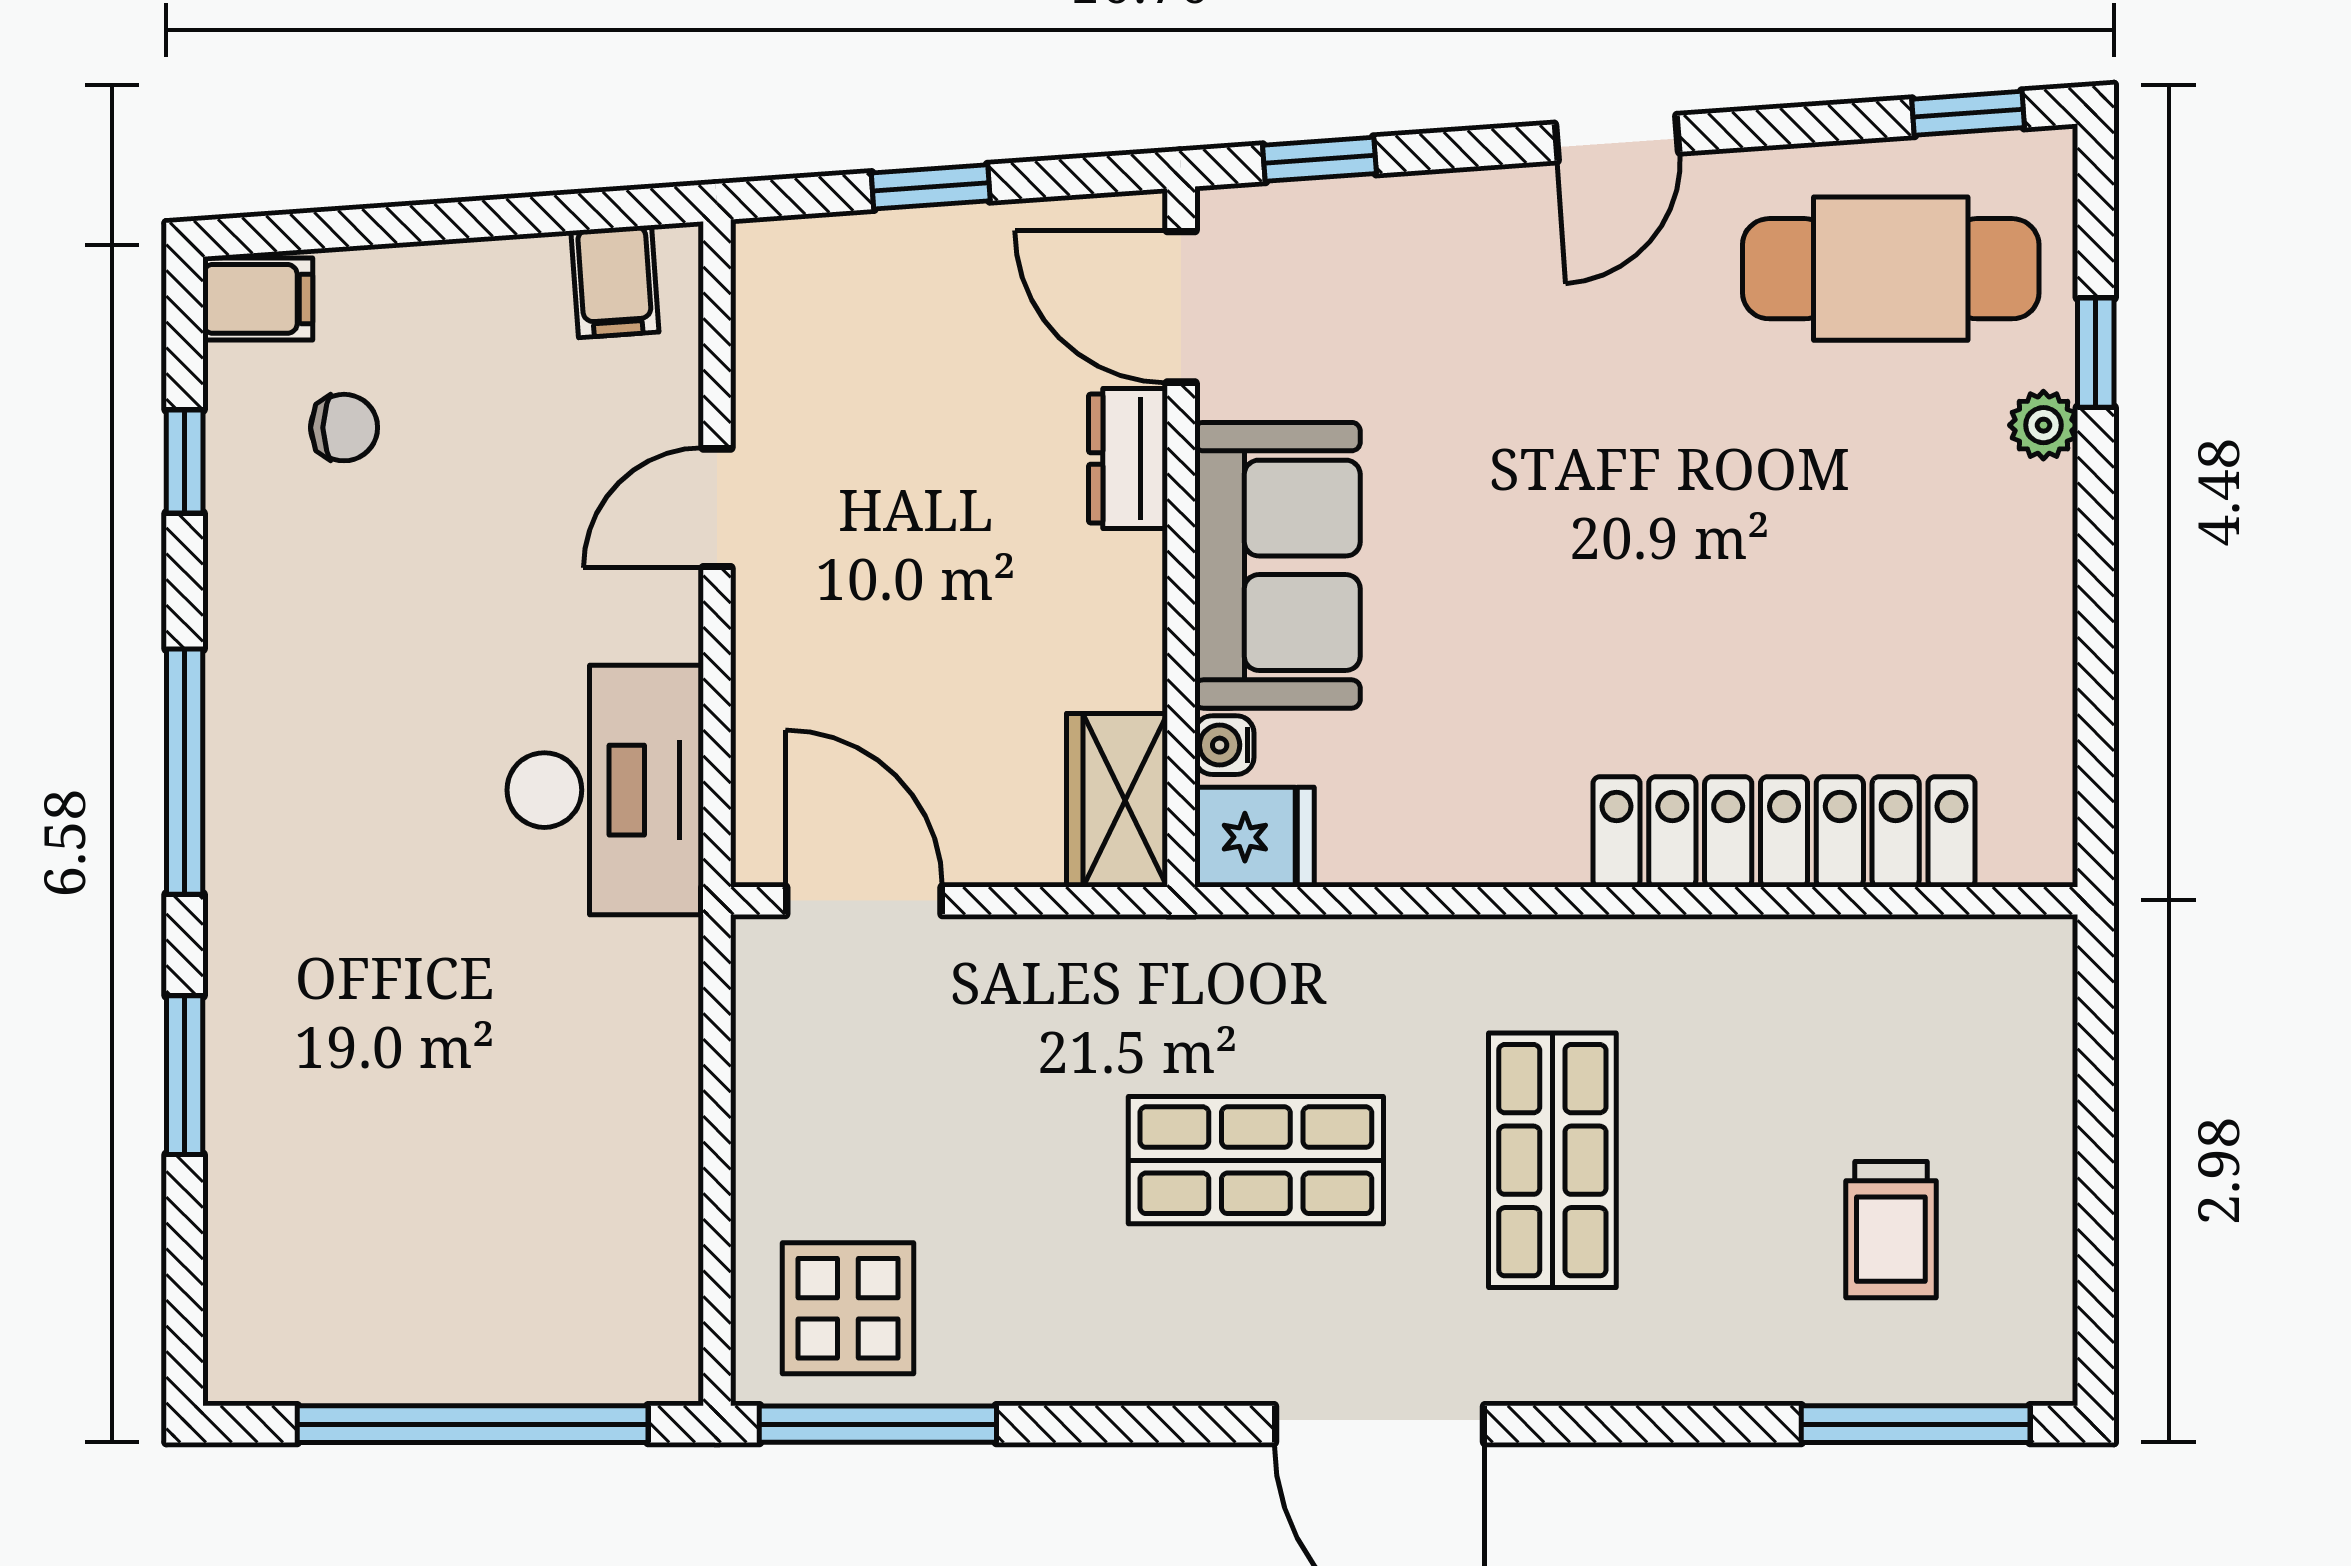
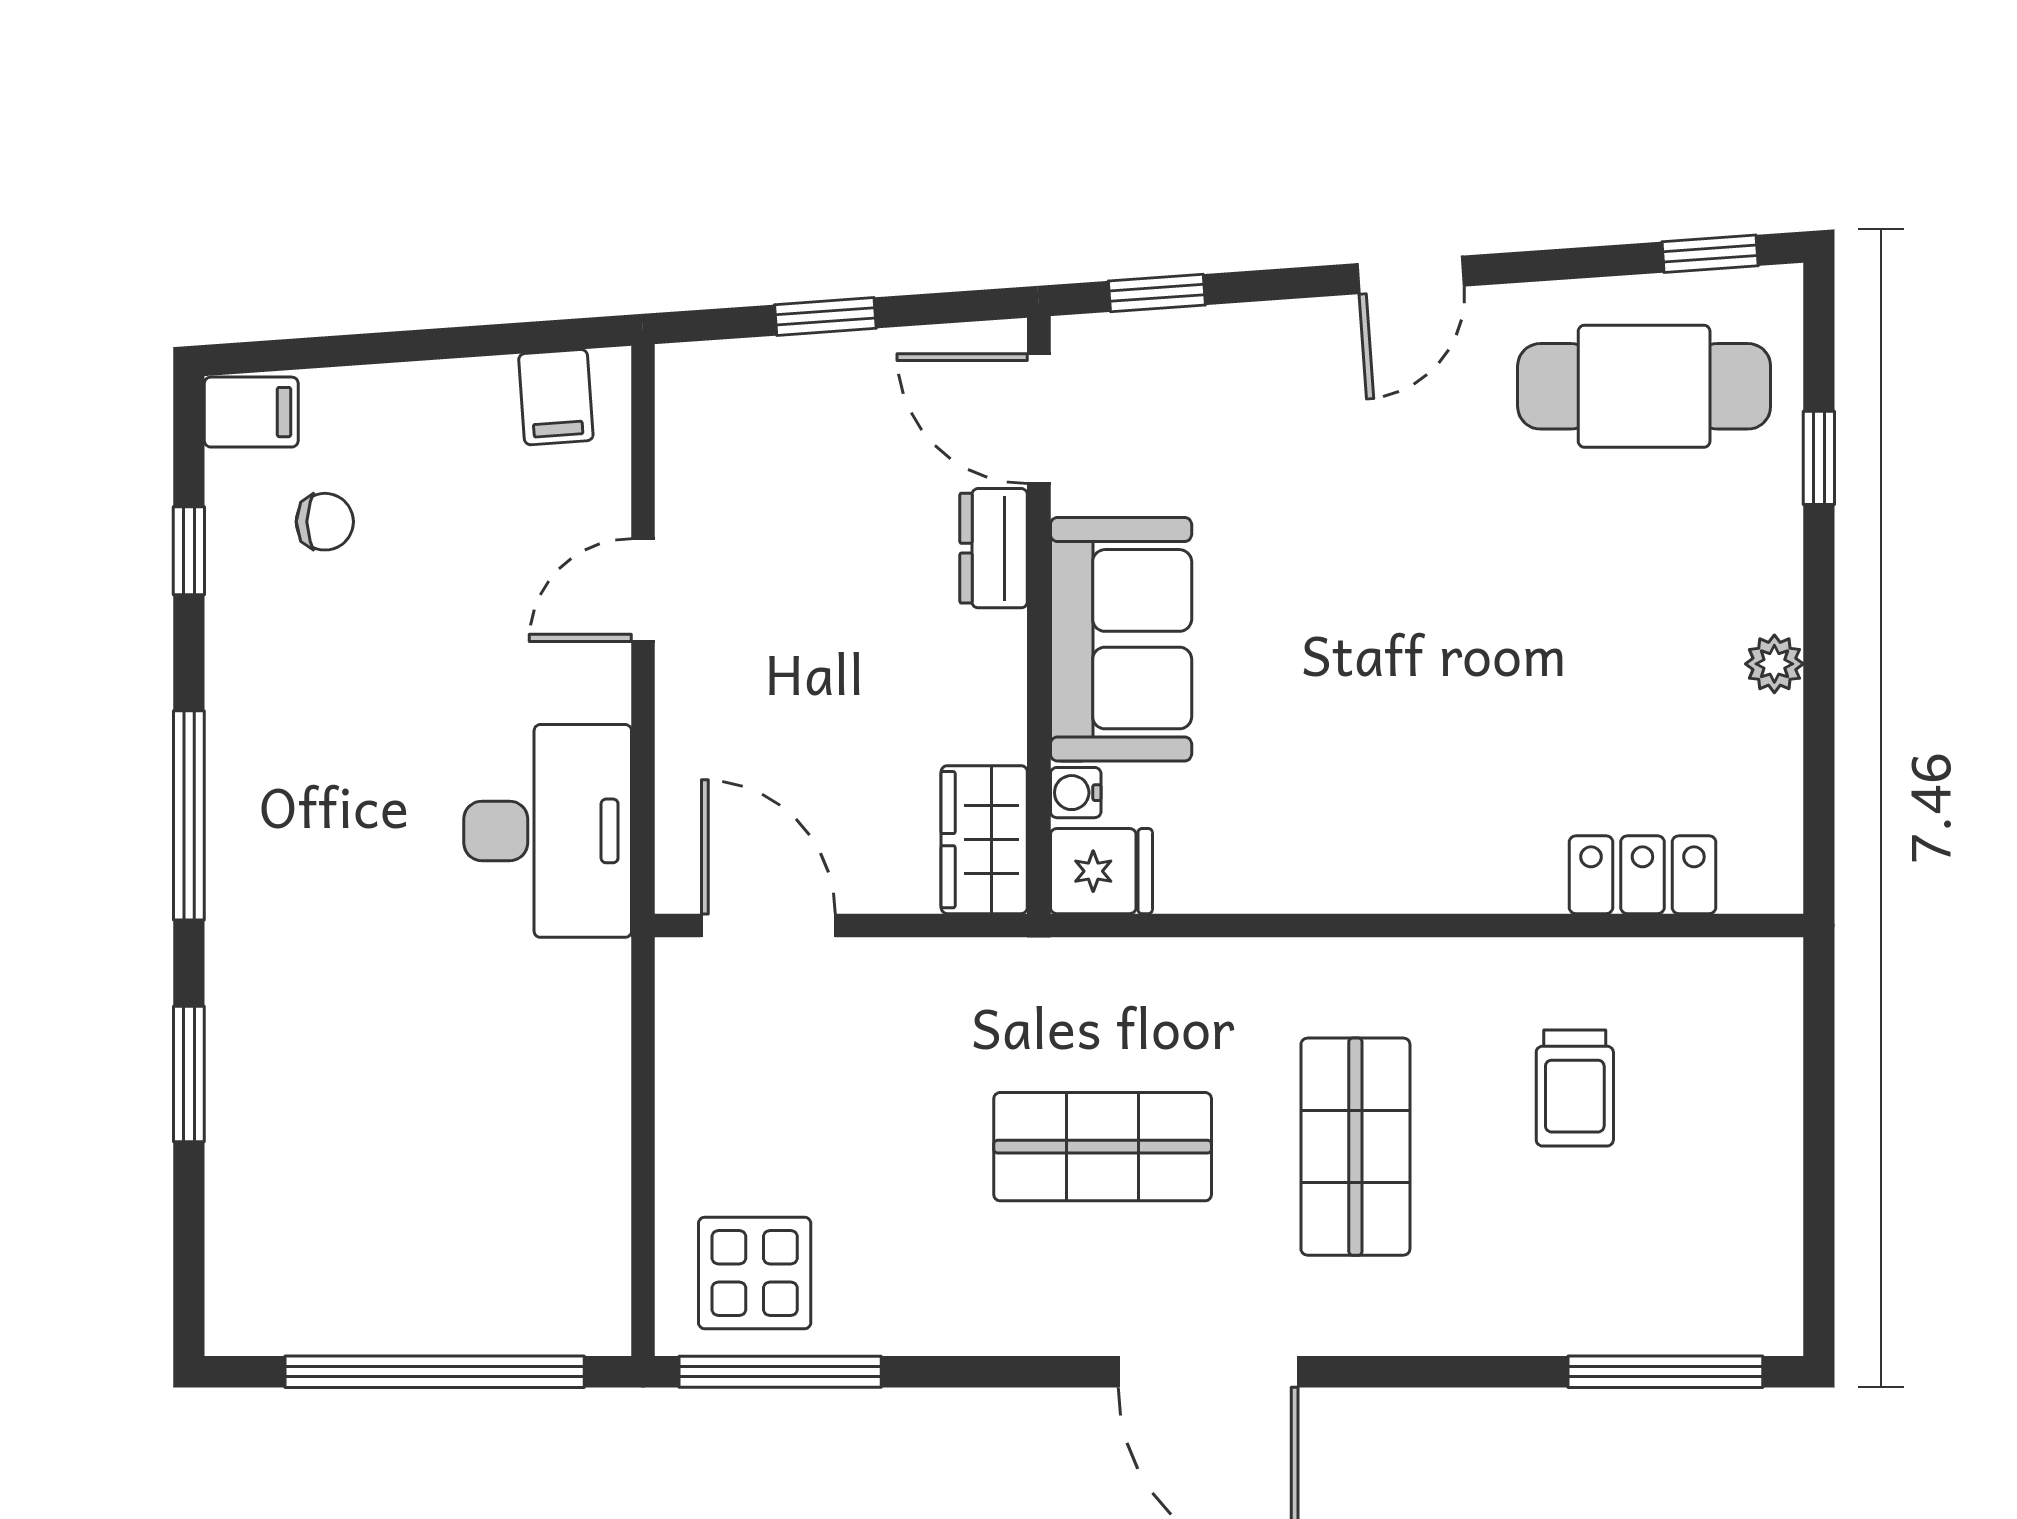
plant: (2043, 425) -> (1774, 664), moved
locker: (1784, 832) -> (1642, 875), width x0.46, depth x0.83
trolley: (1891, 1230) -> (1575, 1088), moved

